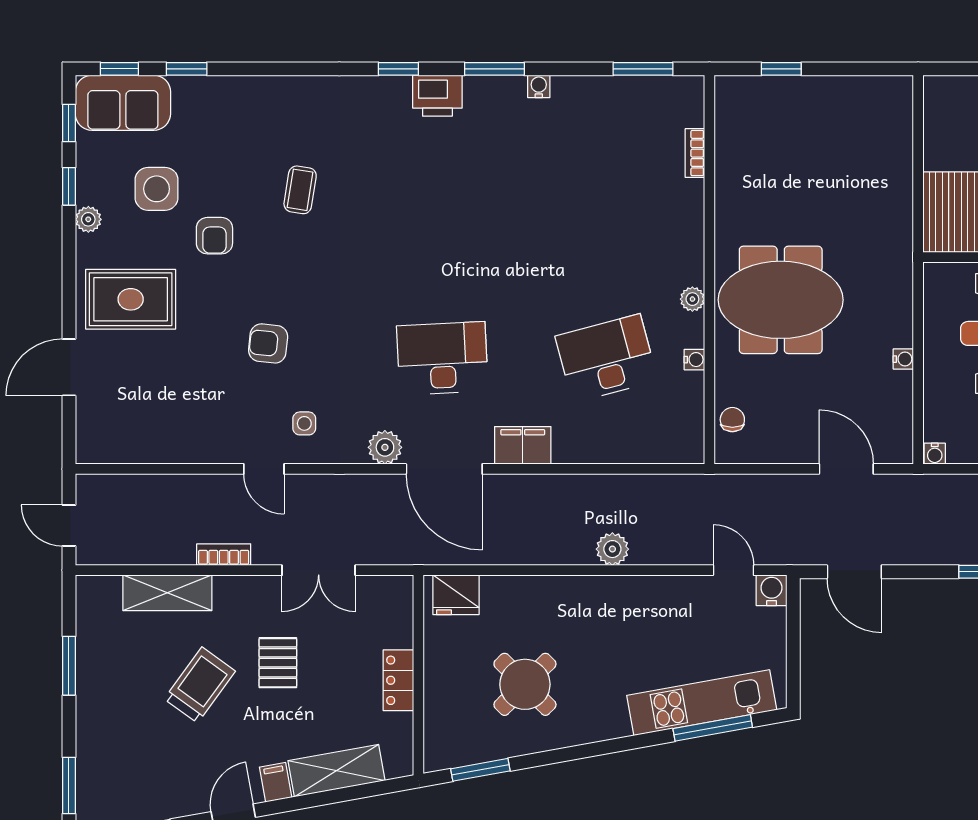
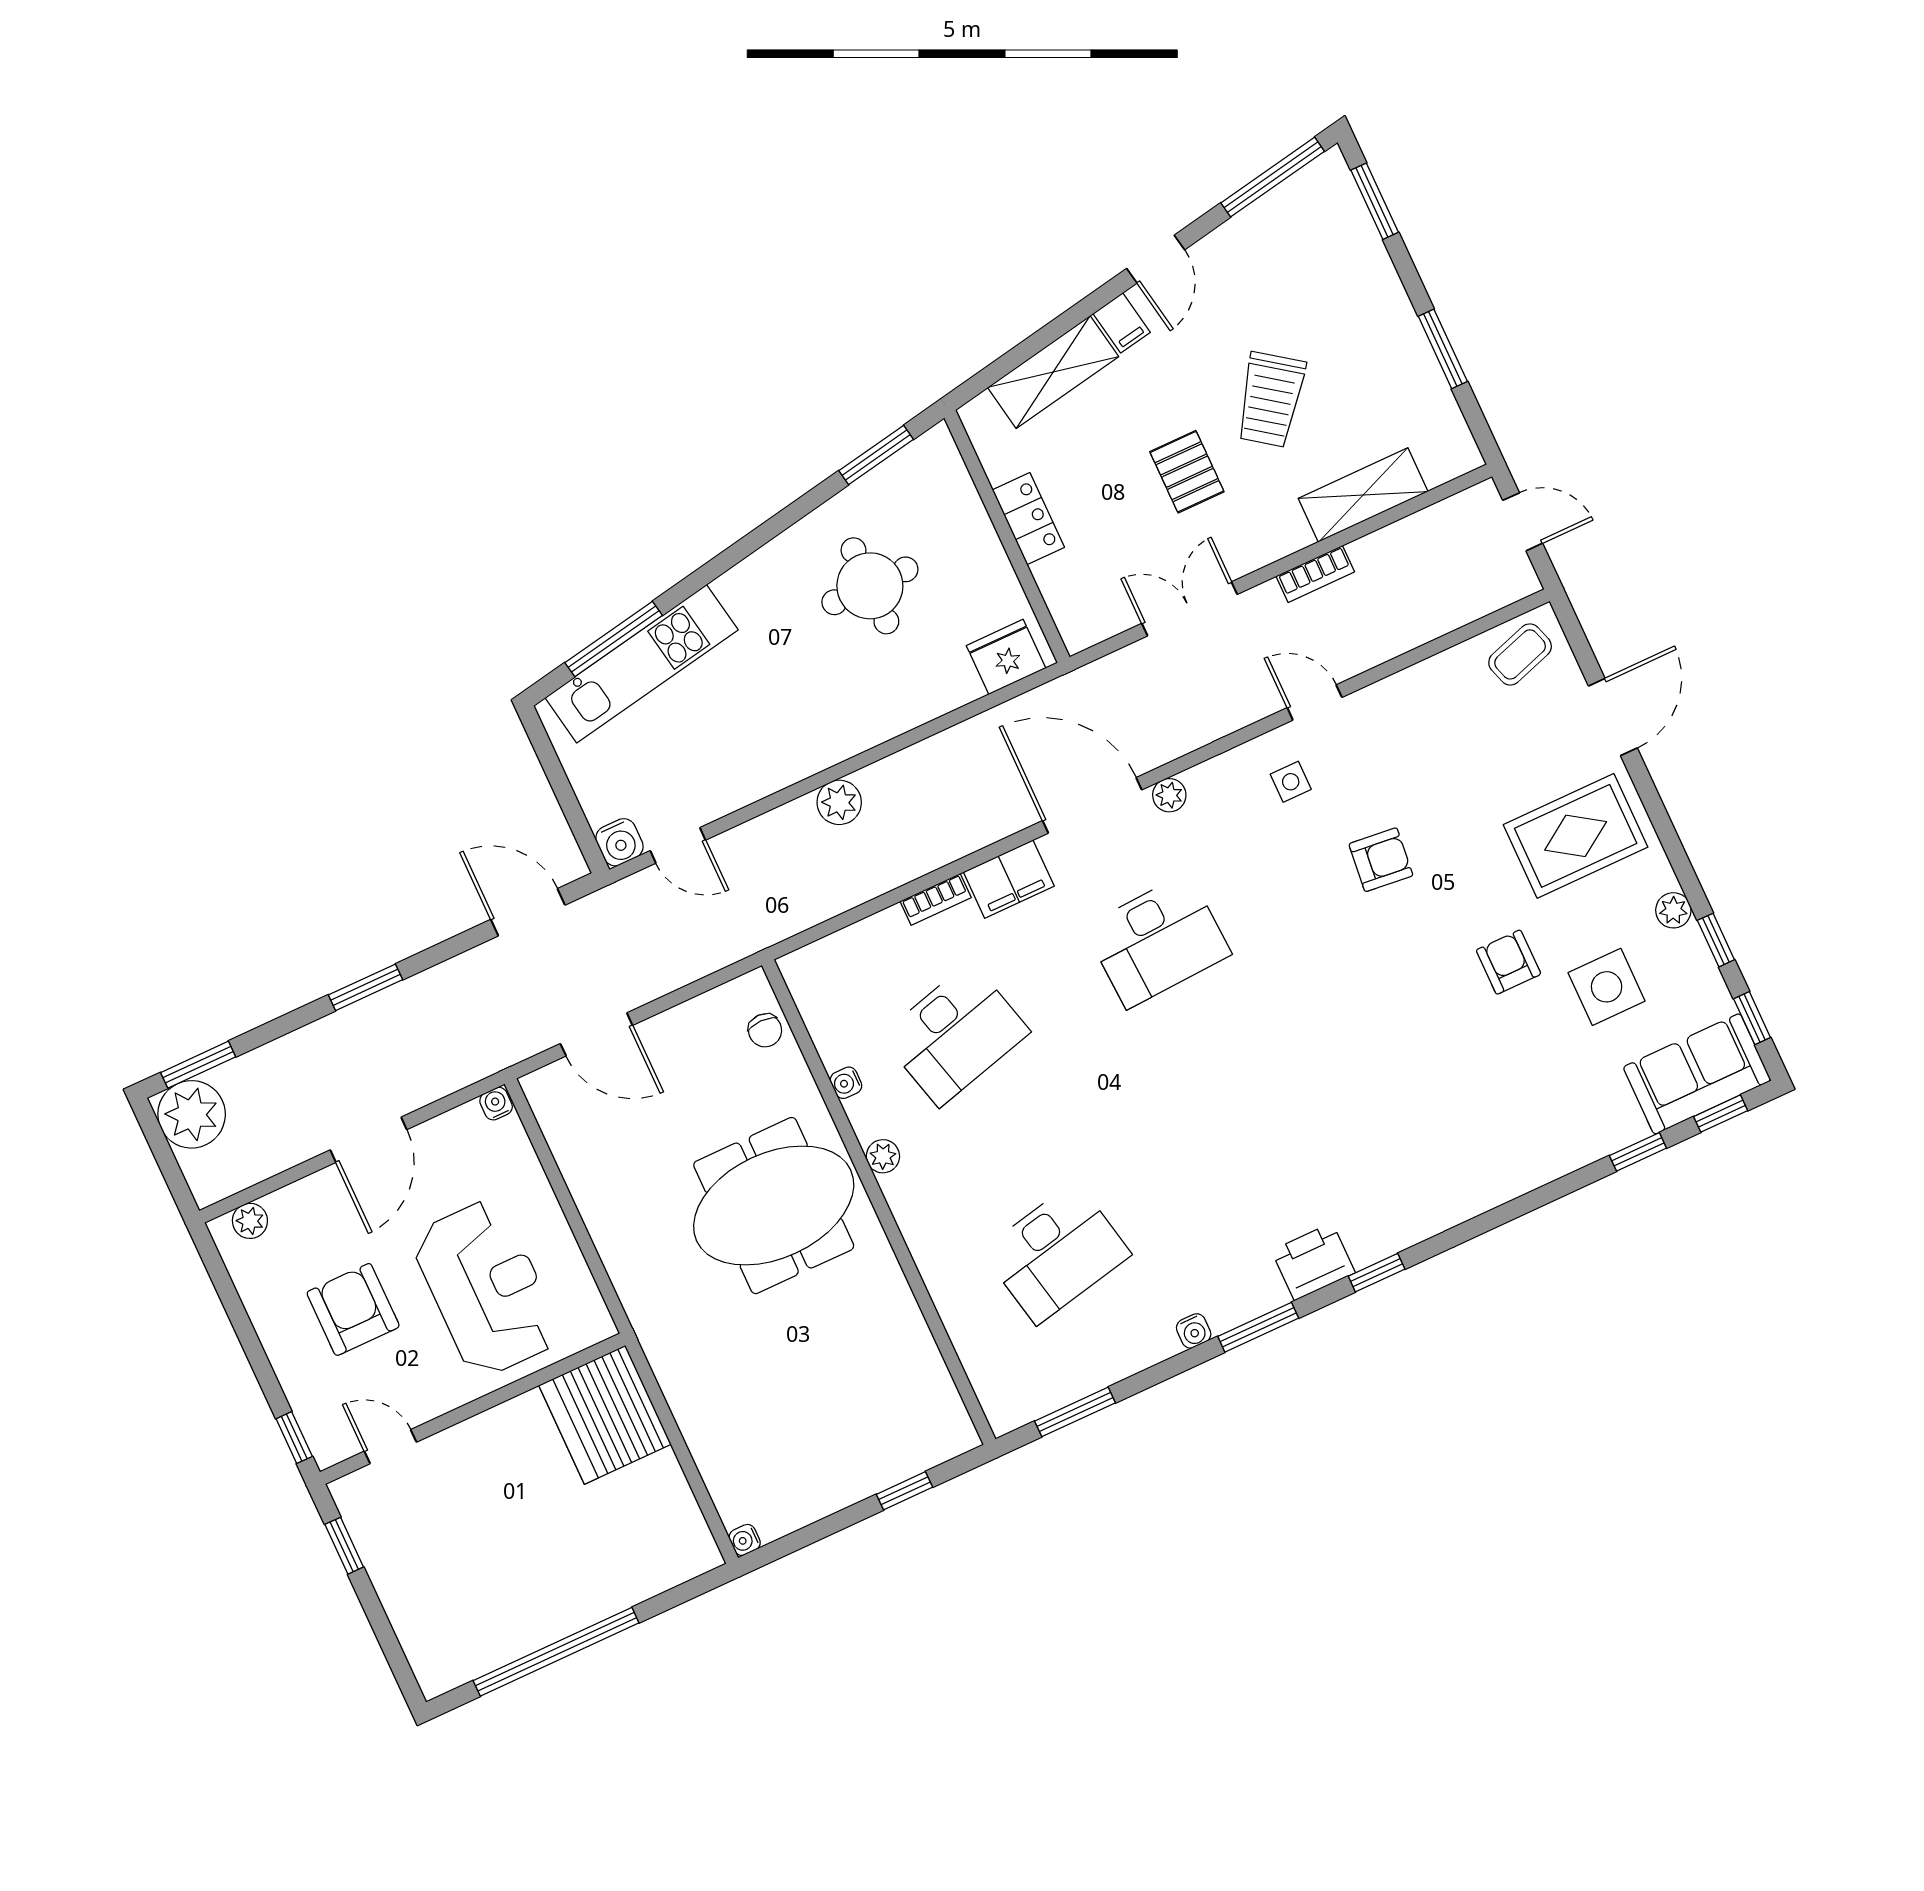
bookcase: (695, 153) -> (936, 899), moved, turned 90
desk: (606, 181) -> (1056, 1253), added
coffee table: (300, 190) -> (1520, 654), moved, turned 63
water cooler: (903, 359) -> (745, 1540), moved
plant: (385, 447) -> (1169, 795), width x0.73, depth x0.73
round table: (525, 684) -> (870, 586), turned 45

